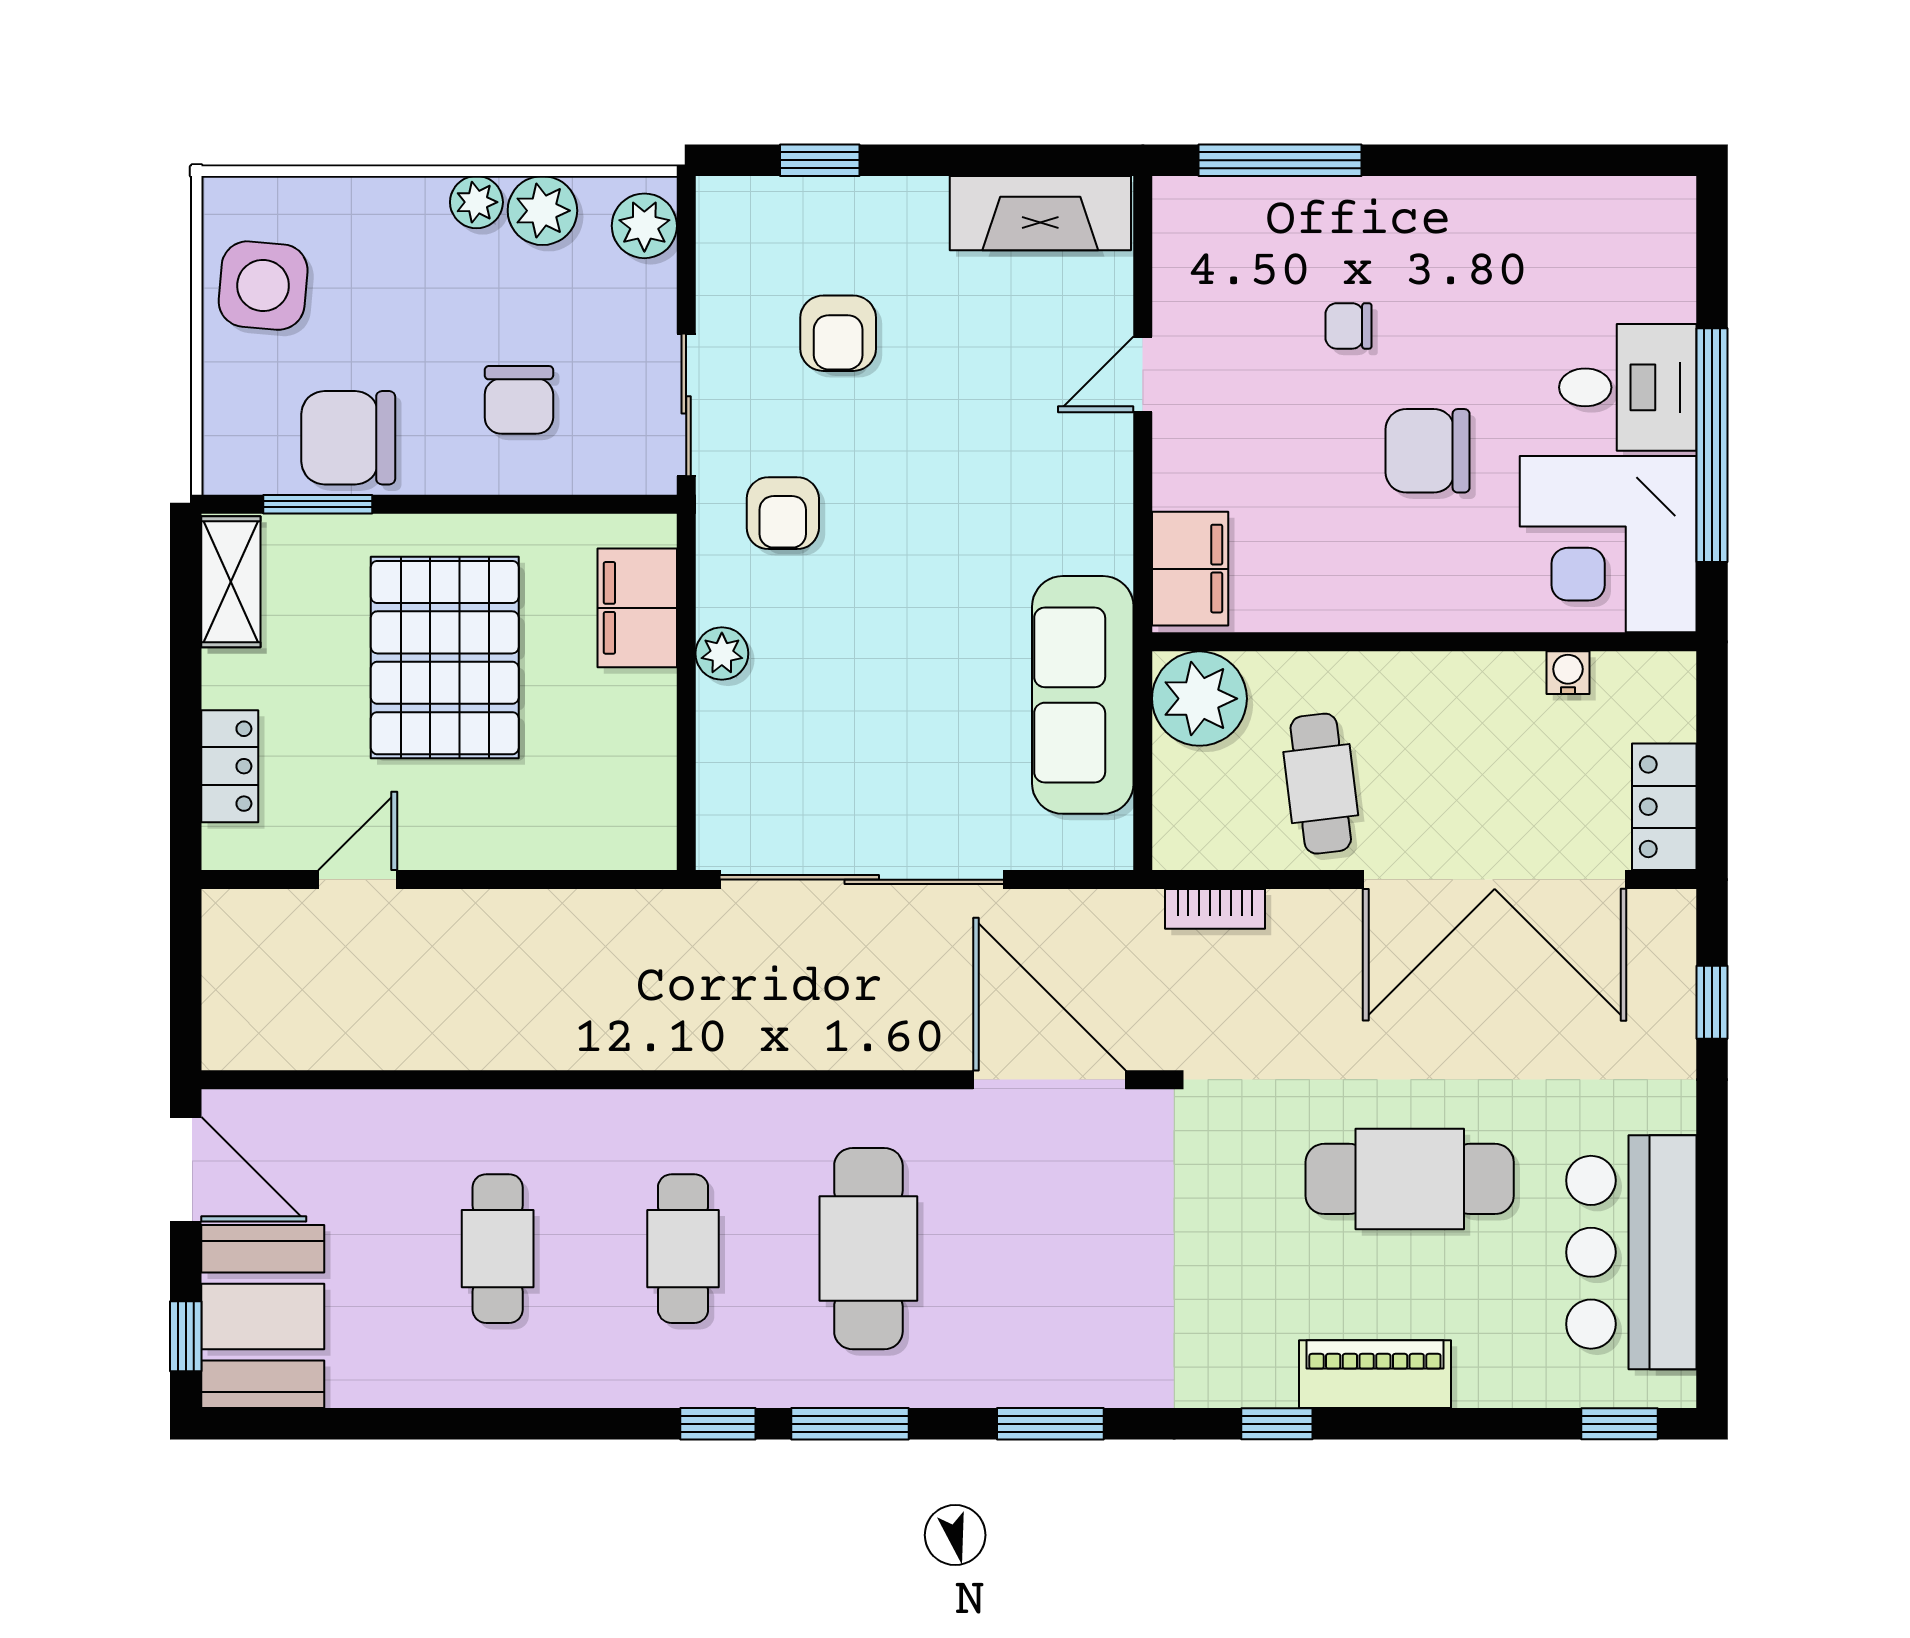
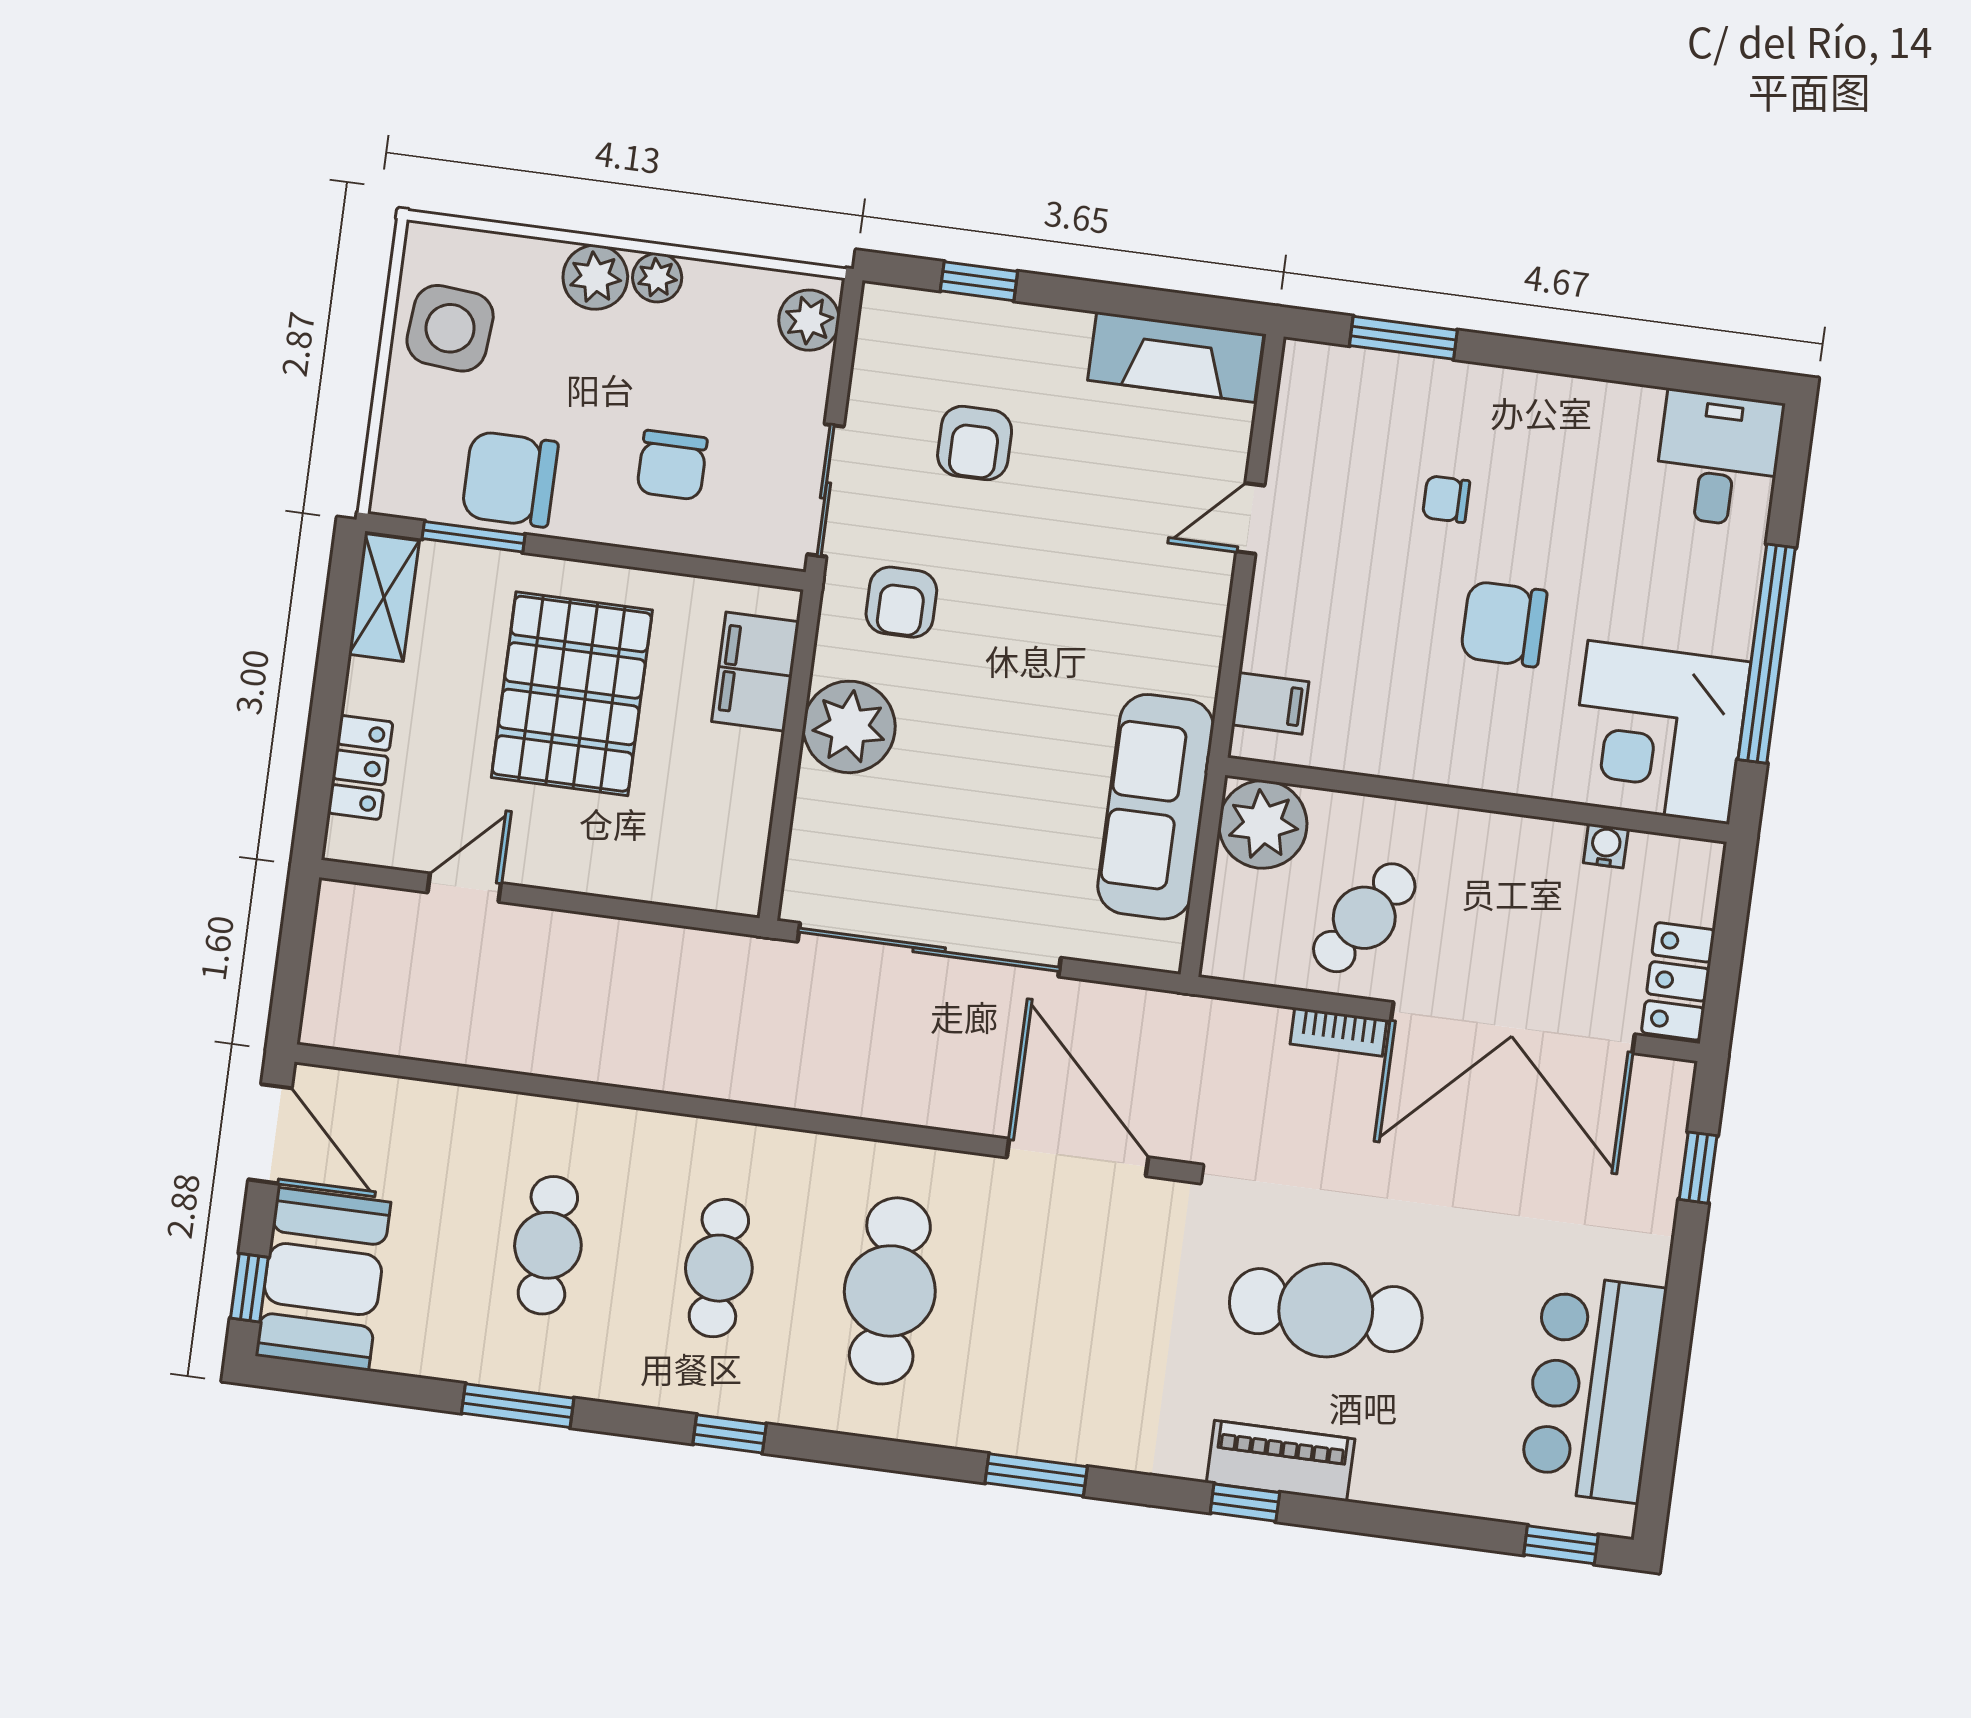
window: (1280, 160) -> (1403, 338), width x0.69
plant: (542, 211) -> (595, 277), moved
desk: (1628, 387) -> (1718, 459), moved, turned -90
filing cabinet: (1190, 569) -> (1270, 703), width x0.50
plant: (722, 653) -> (849, 727), width x1.88, depth x1.88
cafe table: (1321, 784) -> (1364, 918), turned 41
bookcase: (1215, 909) -> (1338, 1032), moved
cafe table: (1410, 1179) -> (1326, 1310), moved
piano: (1375, 1374) -> (1281, 1461), moved
window: (850, 1424) -> (518, 1406), moved

